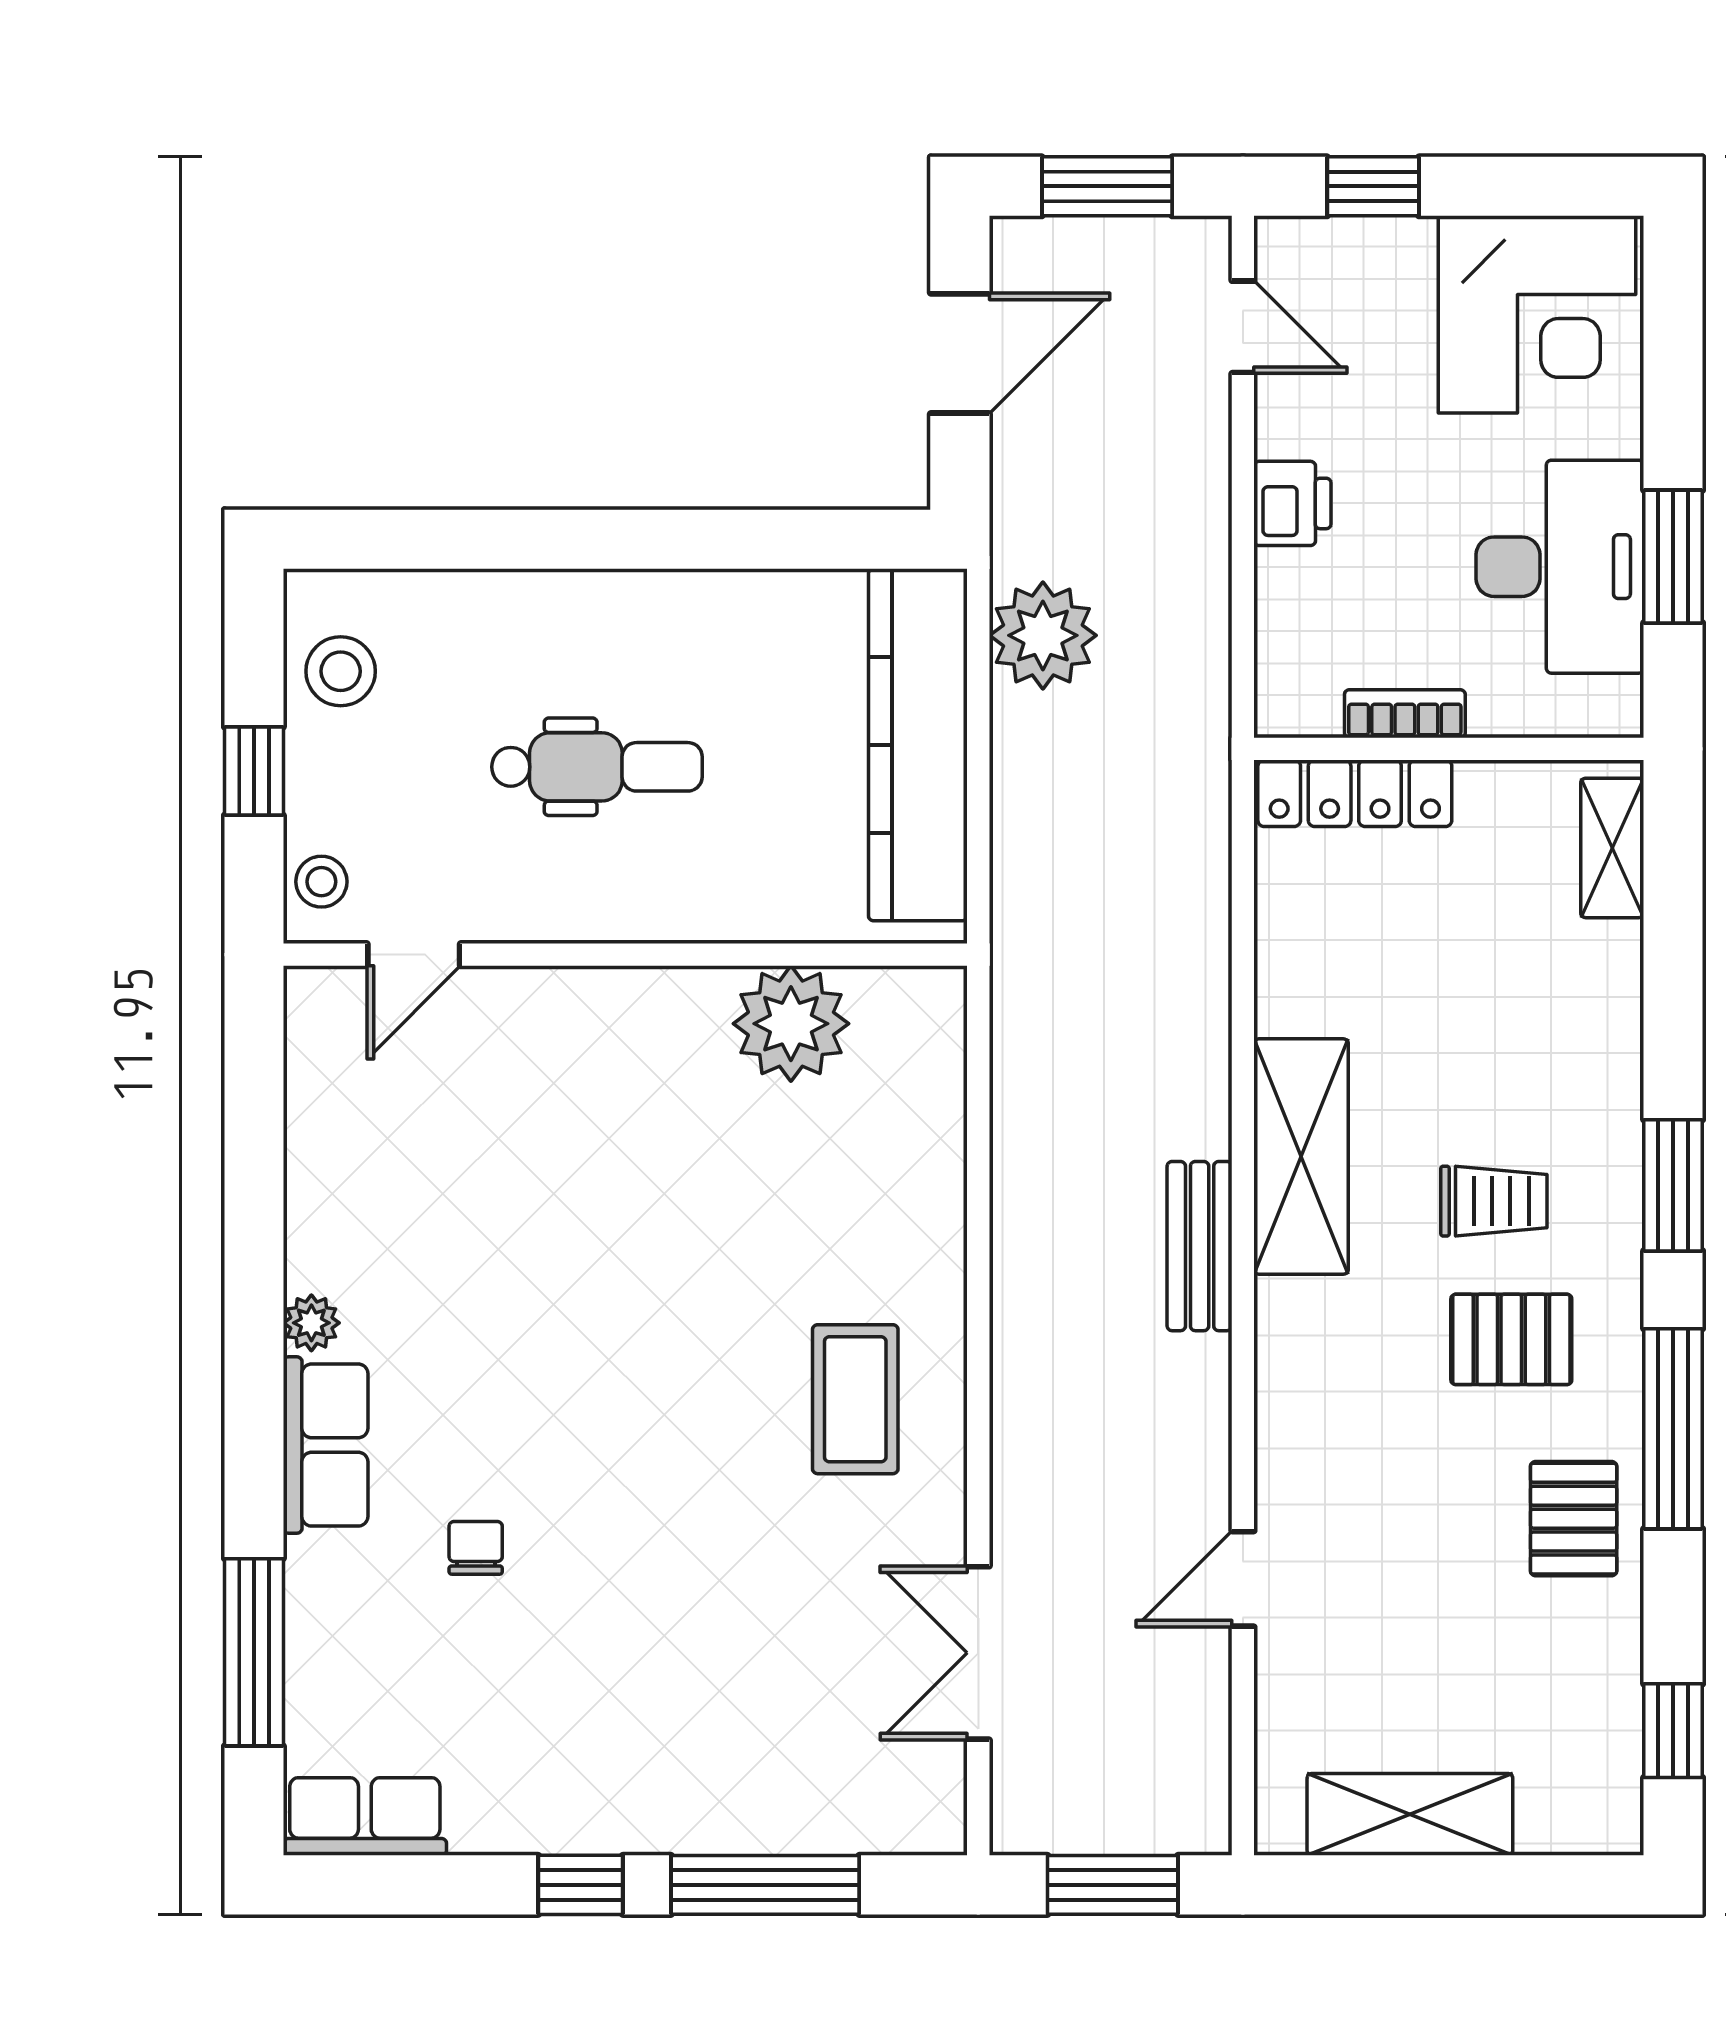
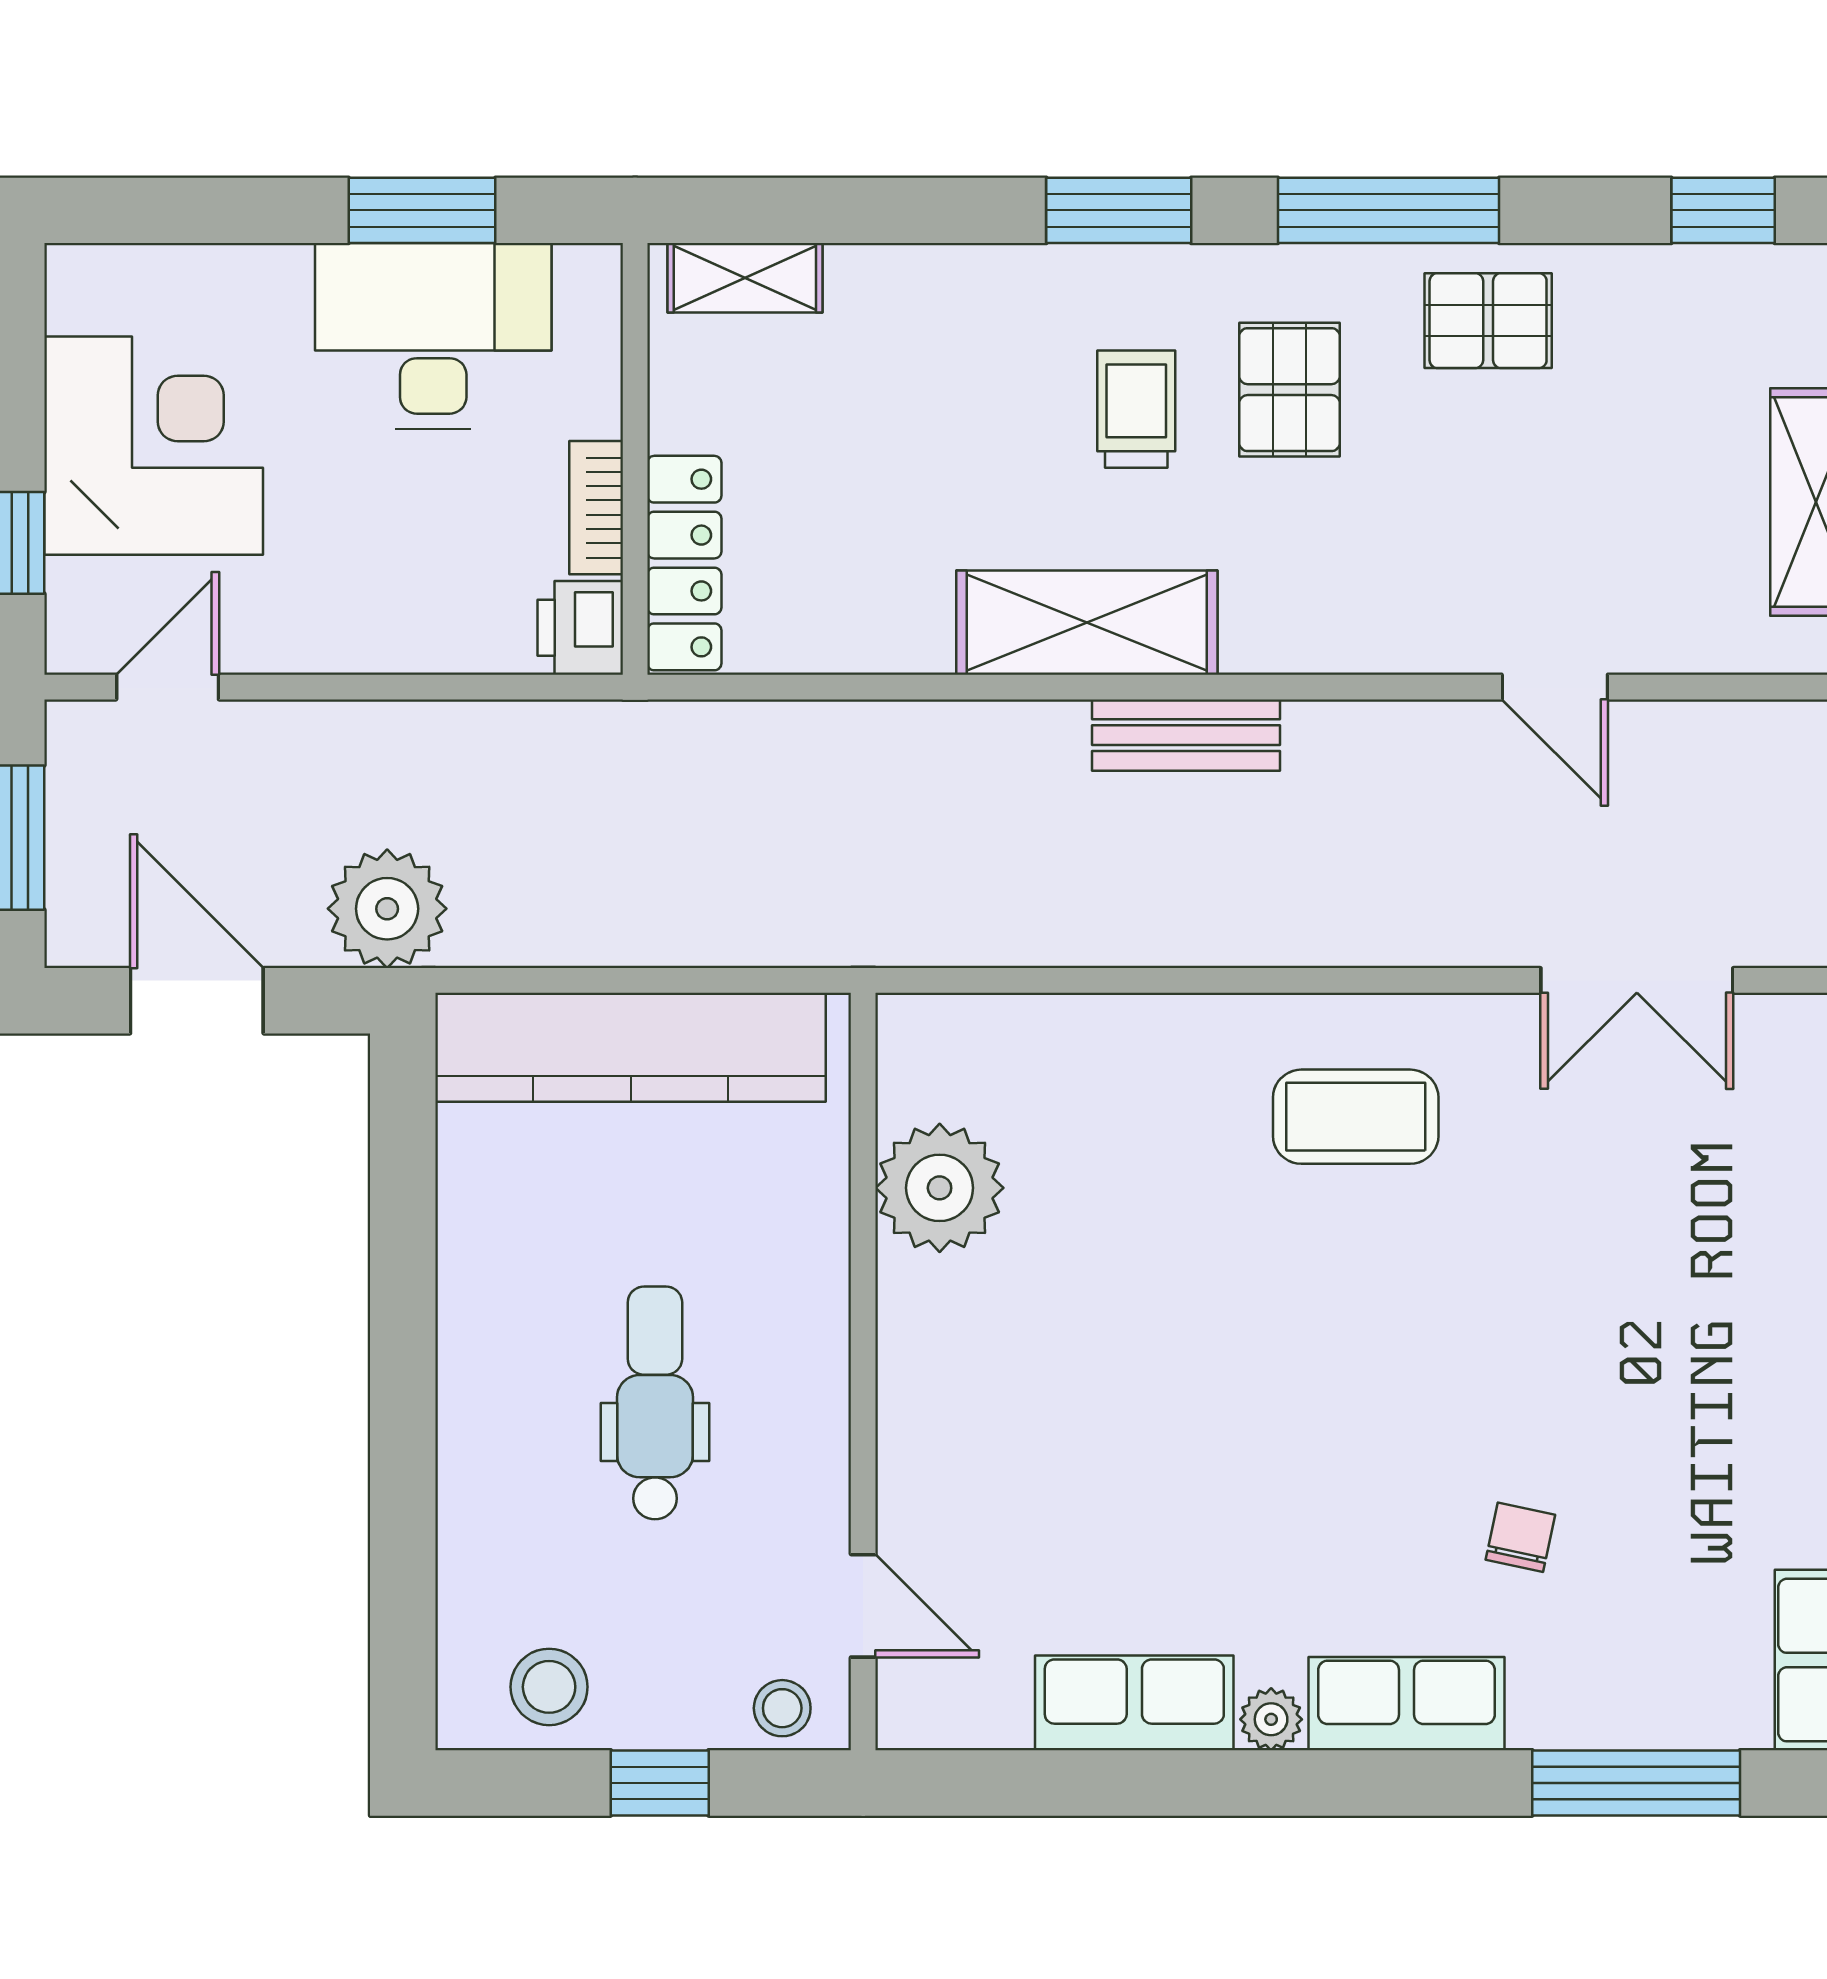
corner desk: (1537, 314) -> (154, 446), moved
printer: (1292, 503) -> (580, 628), moved, turned -90
plant: (1043, 635) -> (387, 909), moved
row of seats: (326, 1199) -> (1134, 1703), added
chair: (476, 1548) -> (1520, 1537), turned 102

